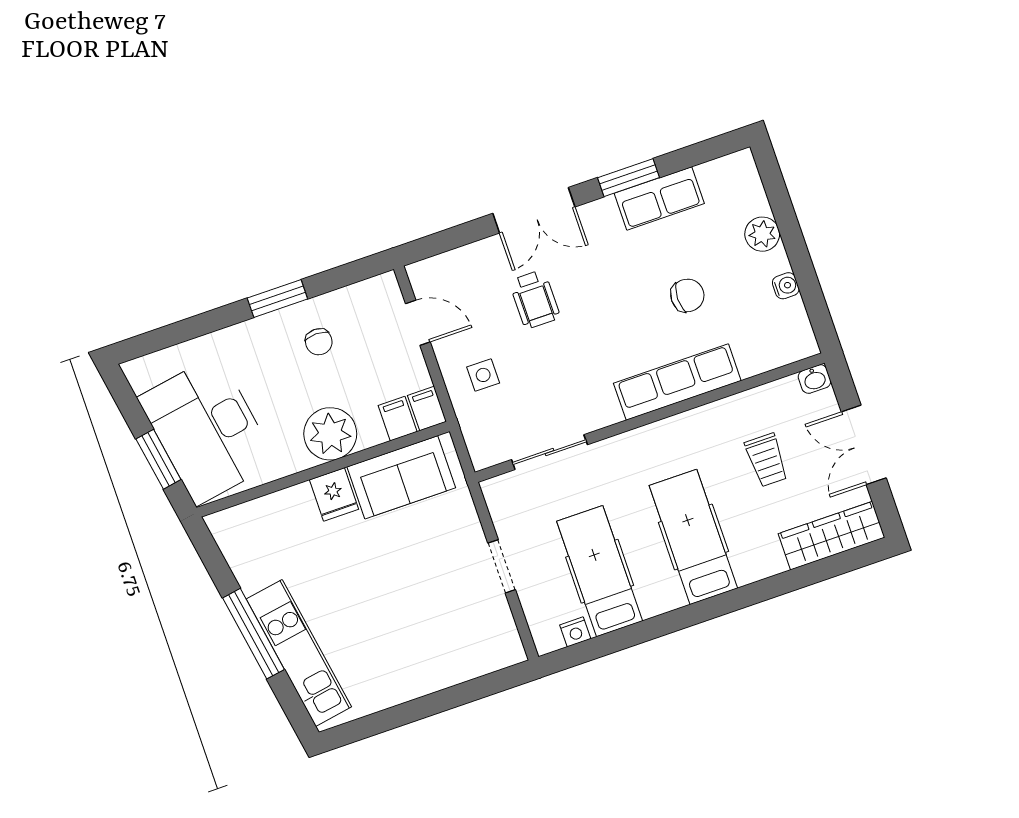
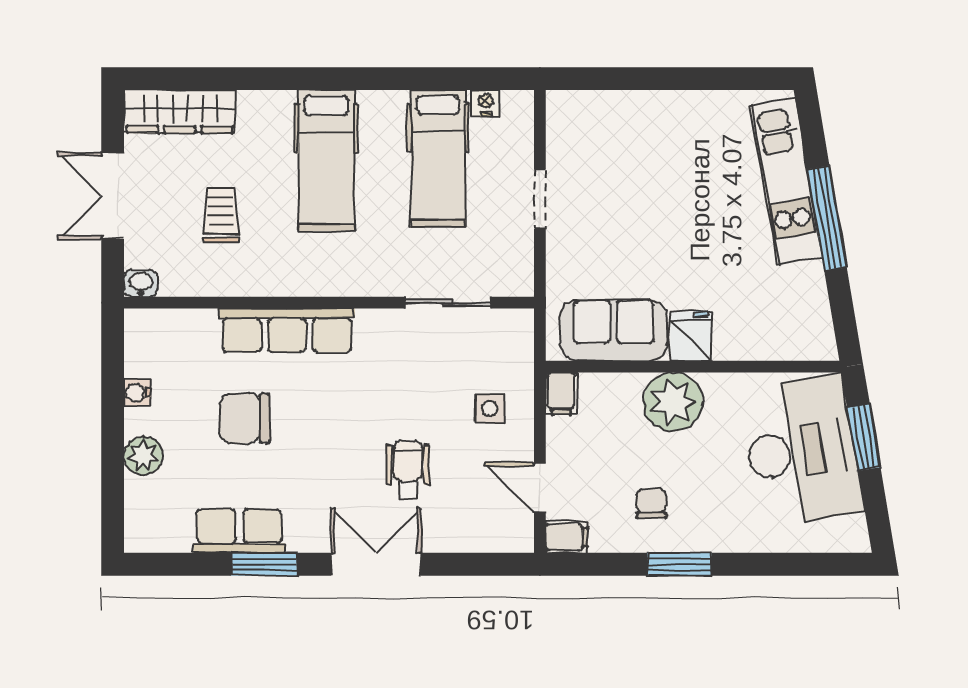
chair: (687, 295) -> (245, 418), width x1.37, depth x1.37
filing cabinet: (398, 419) -> (567, 537), moved, turned -90
double door: (864, 445) -> (113, 196), swing flipped

